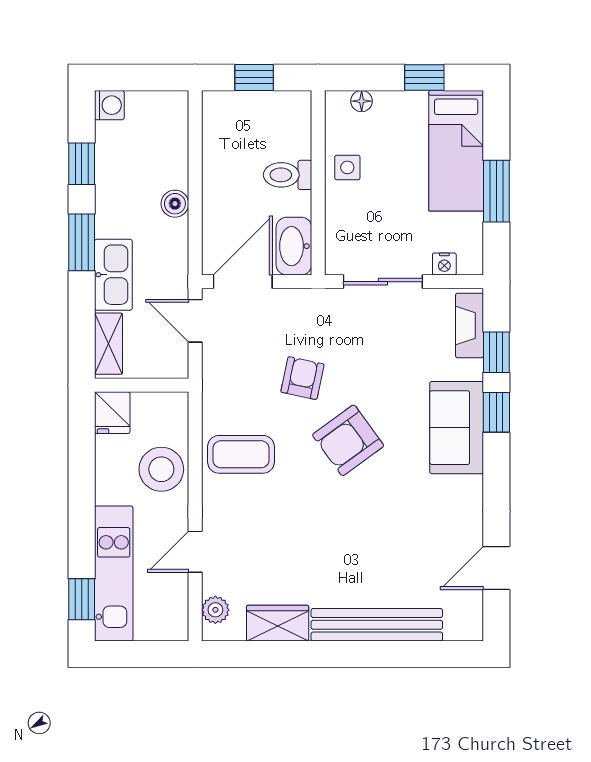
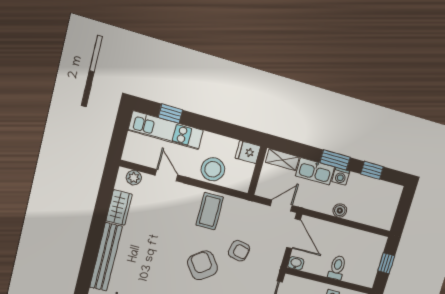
washing machine: (109, 105) -> (341, 176), moved
washbasin: (294, 246) -> (296, 263), width x0.52, depth x0.69
window: (82, 599) -> (170, 114), moved

